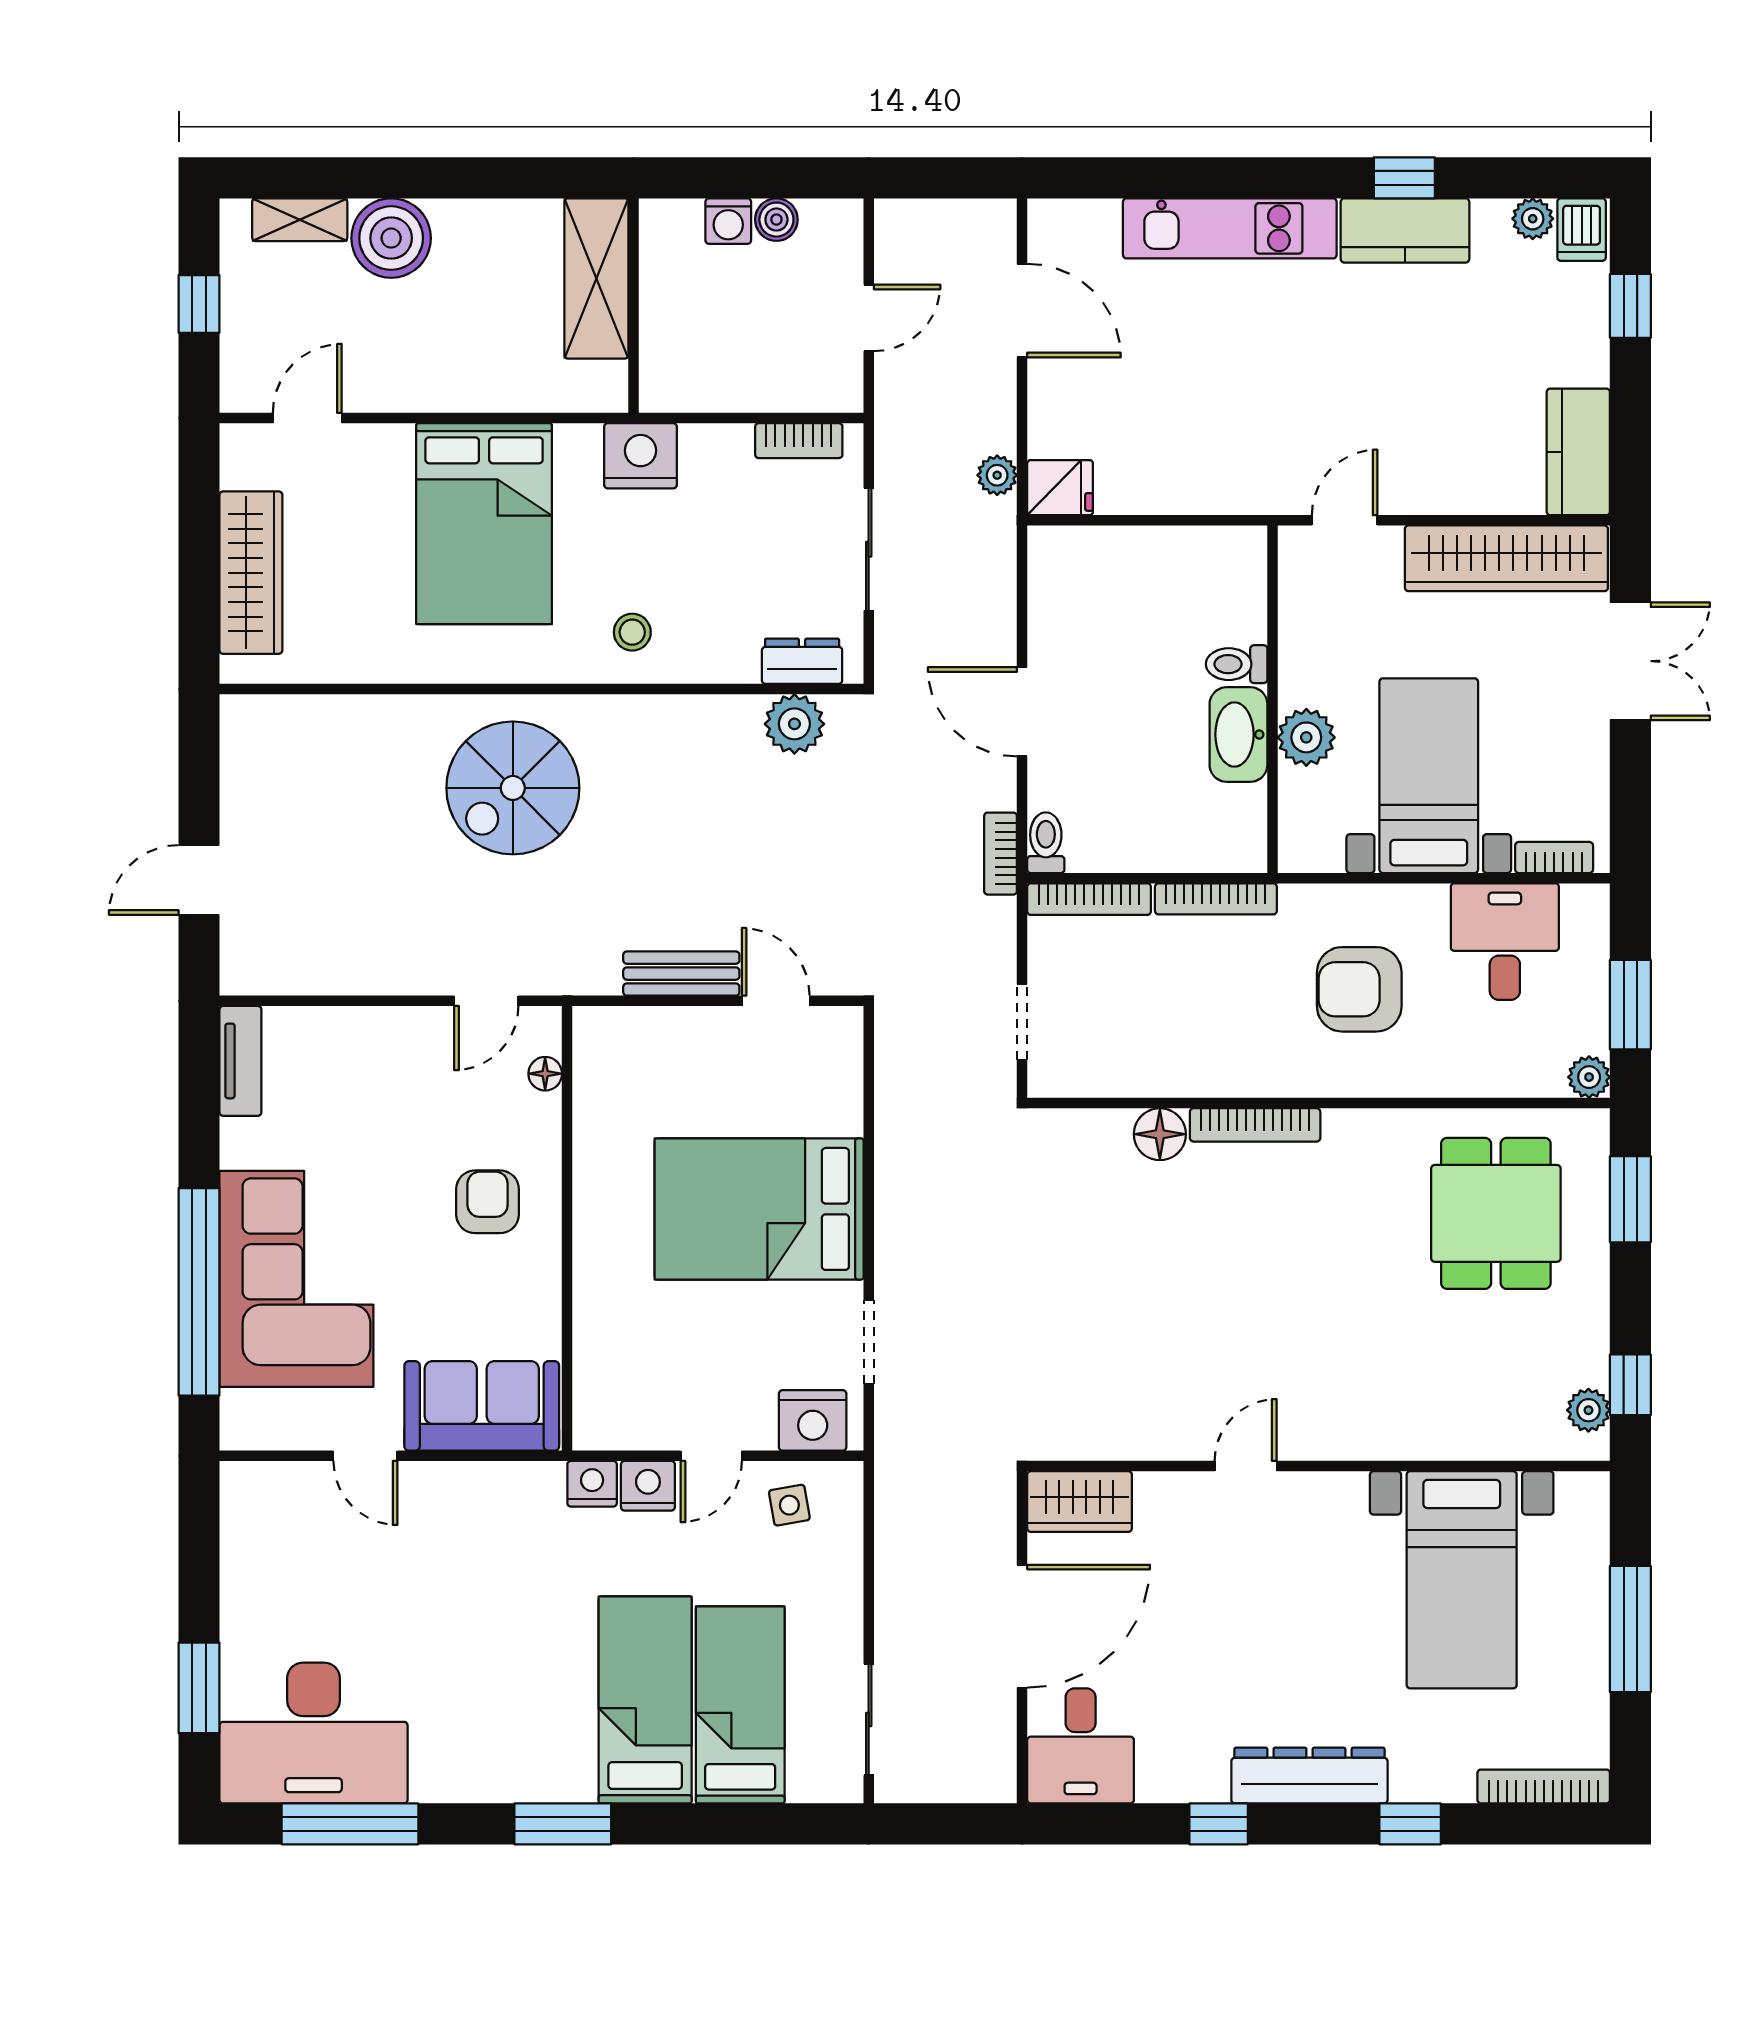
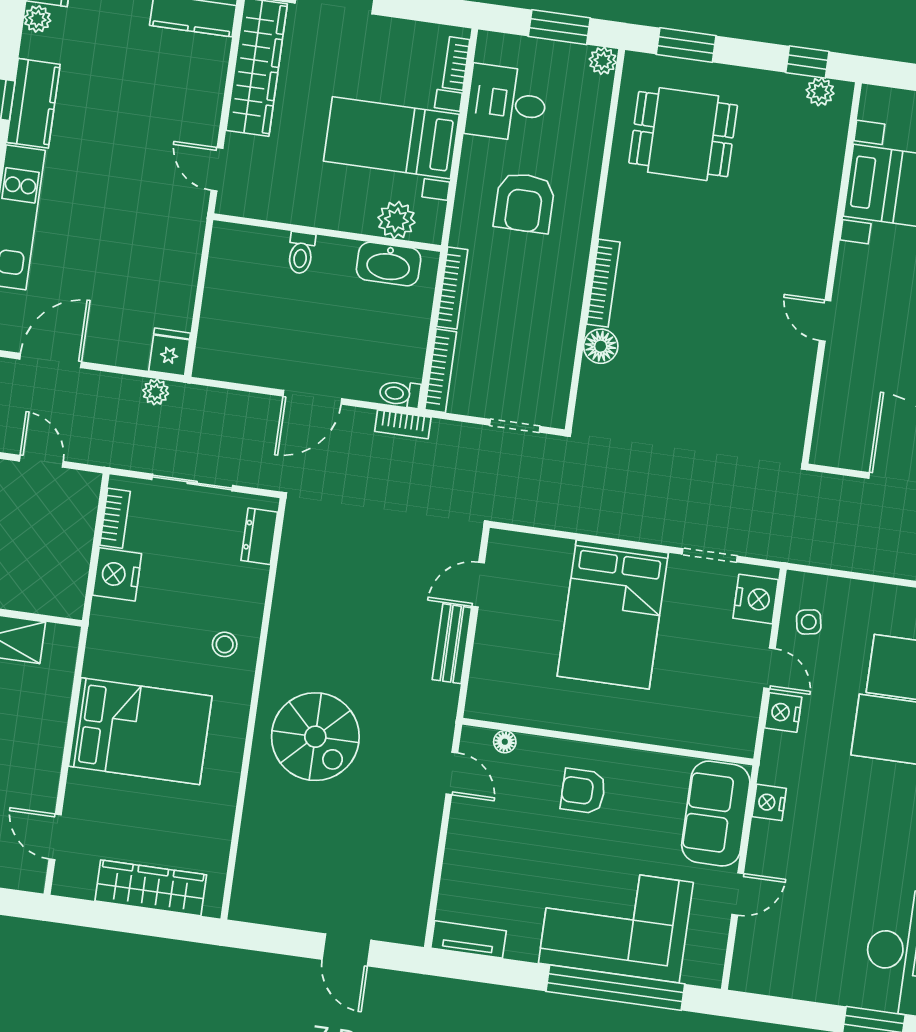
nightstand: (640, 456) -> (117, 574), moved
plant: (794, 724) -> (299, 547), removed
washbasin: (1238, 735) -> (389, 264), moved
plant: (1306, 737) -> (396, 220), moved
nightstand: (592, 1484) -> (769, 802), moved
wardrobe: (1080, 1502) -> (833, 432), removed

